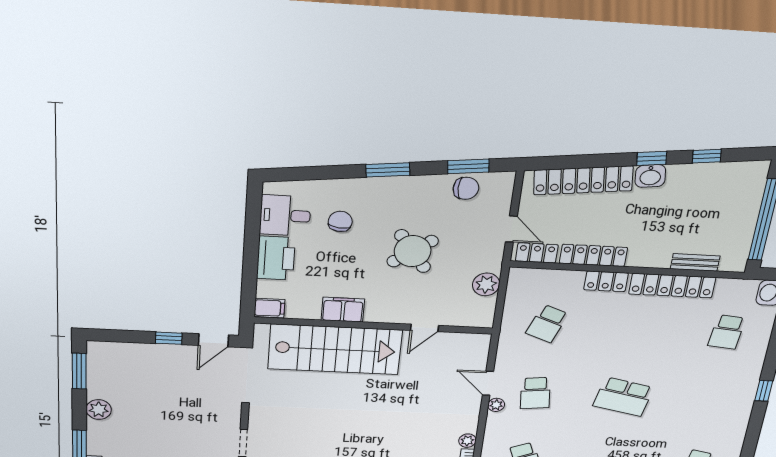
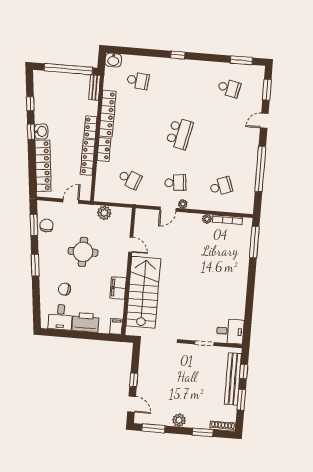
round table: (413, 251) -> (83, 252), turned 36
locker: (537, 253) -> (90, 127), moved
bench: (695, 262) -> (95, 87), moved
door: (213, 340) -> (132, 404), moved

